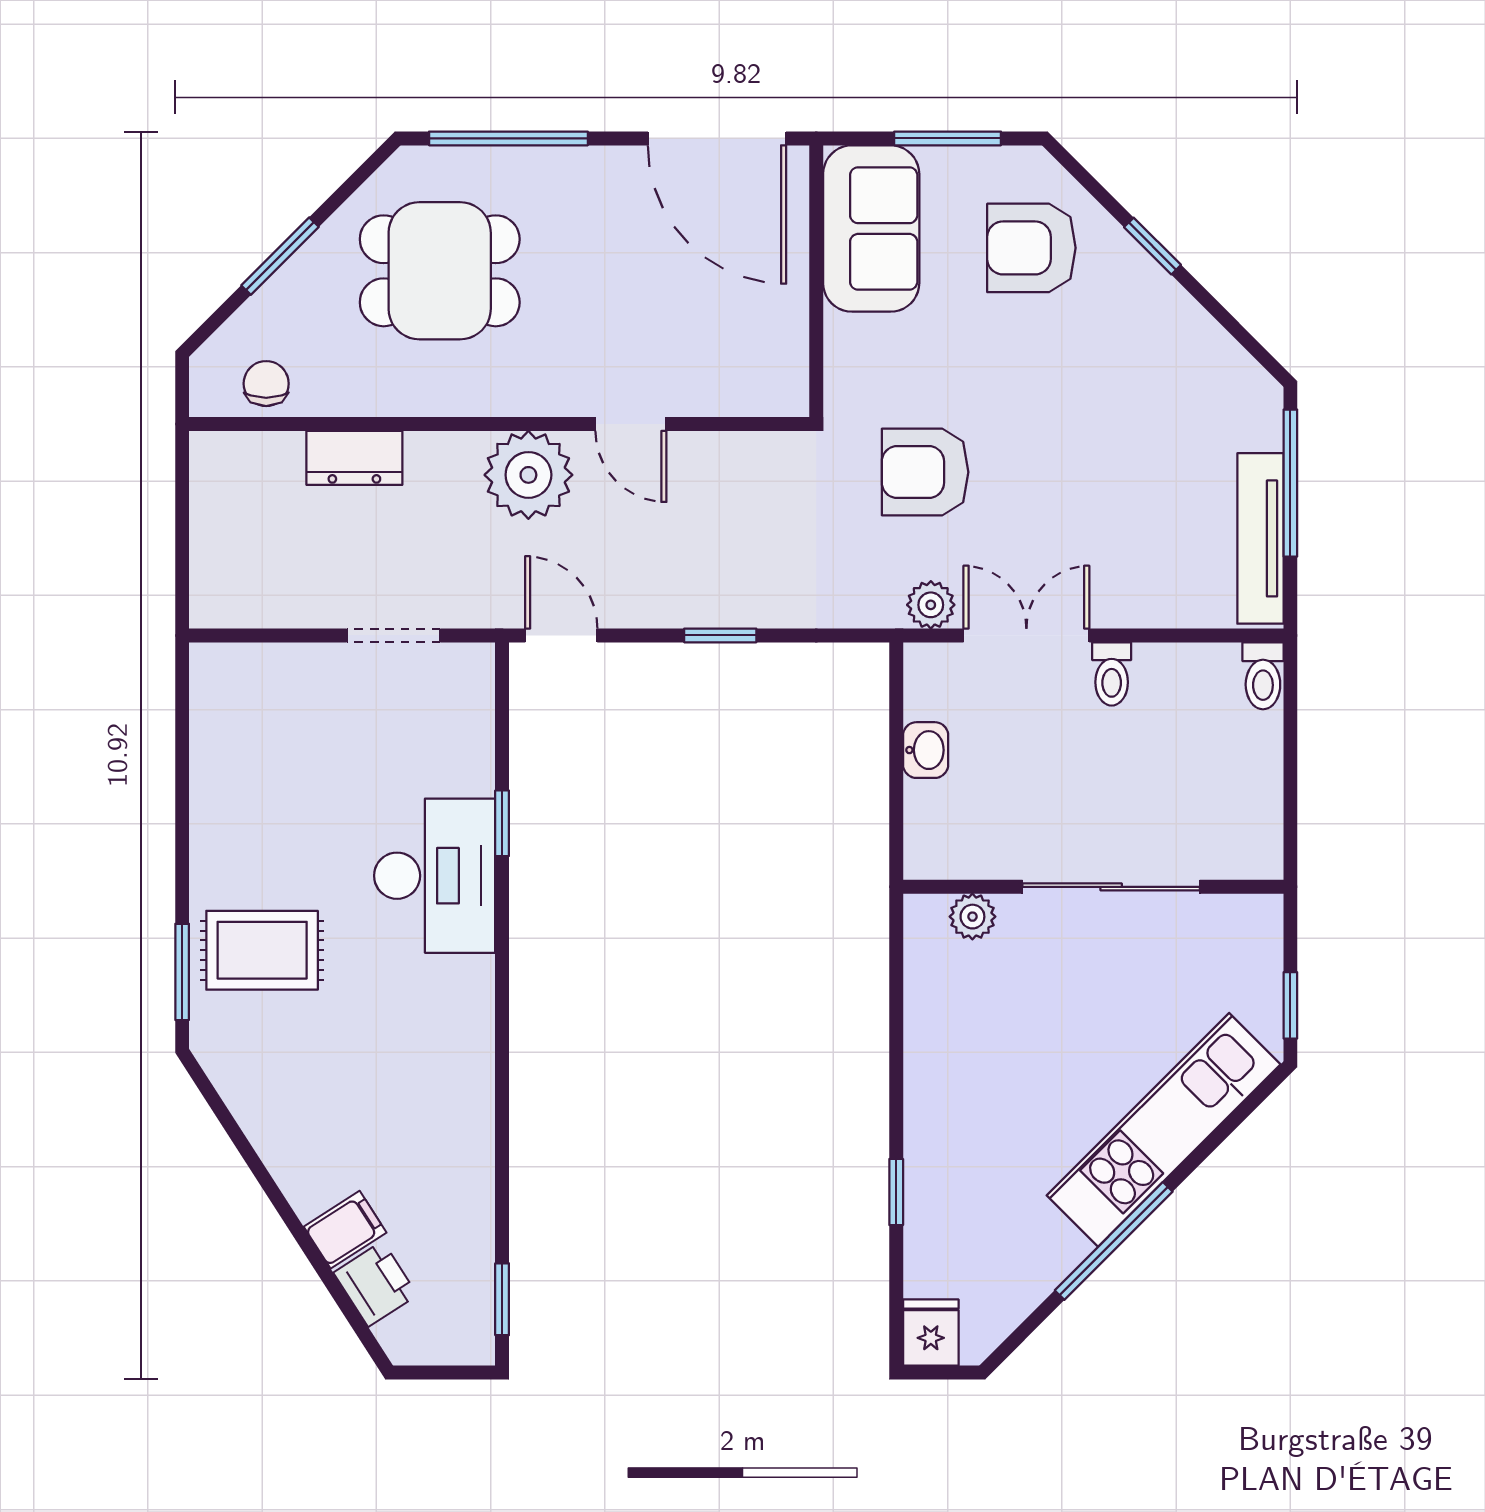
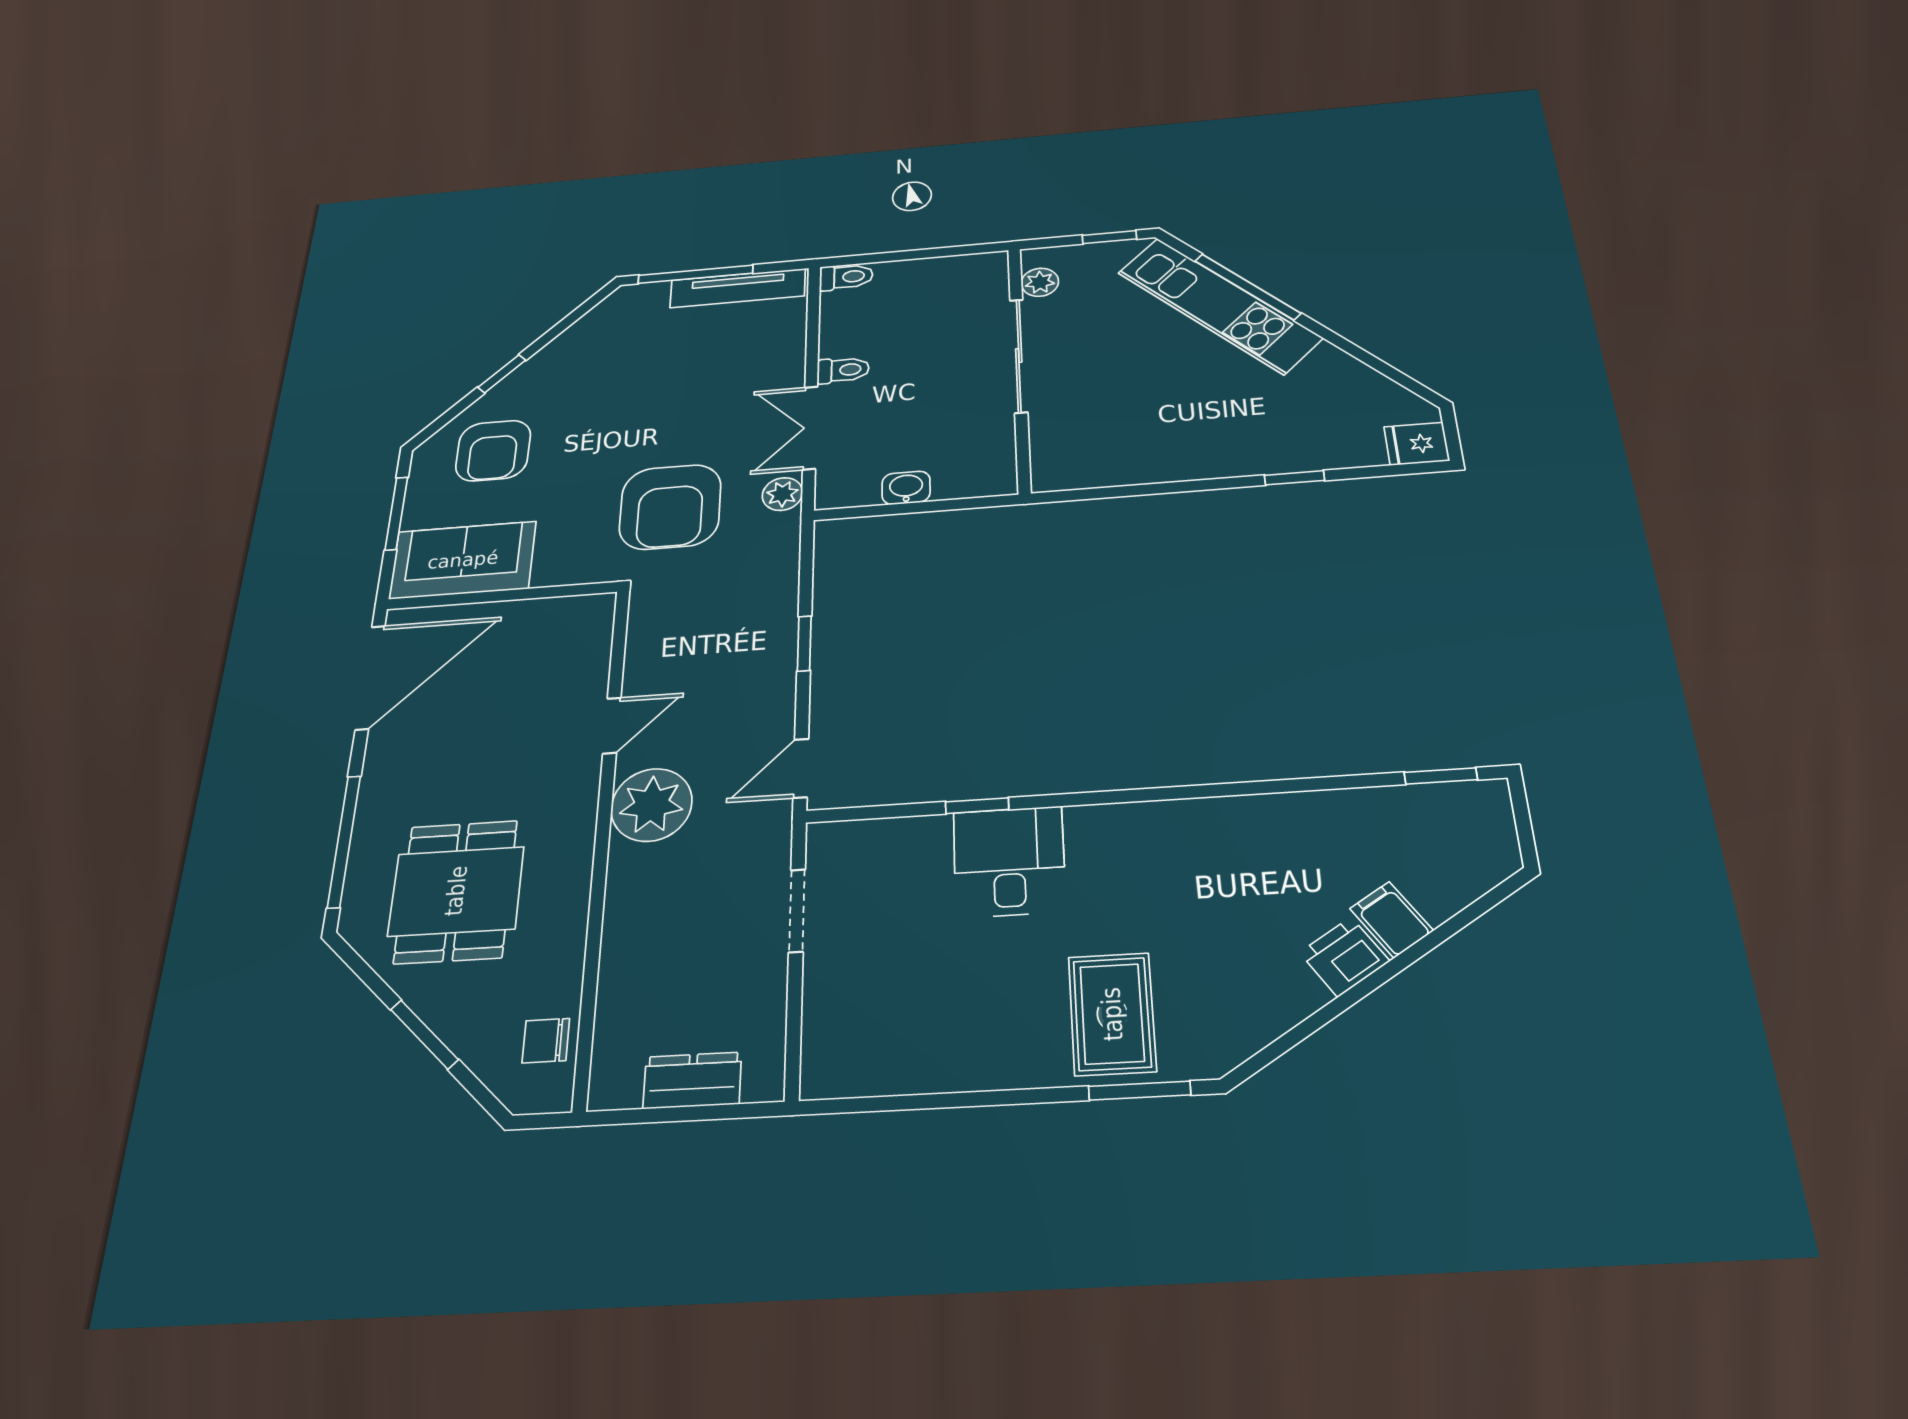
dresser: (354, 458) -> (692, 1080), moved, turned -90
armchair: (925, 472) -> (670, 507), width x1.36, depth x1.36
desk: (435, 876) -> (1009, 862), width x0.73
plant: (972, 917) -> (1040, 282), moved
window: (1114, 1241) -> (1247, 287), moved
printer: (375, 1284) -> (1344, 957), moved

